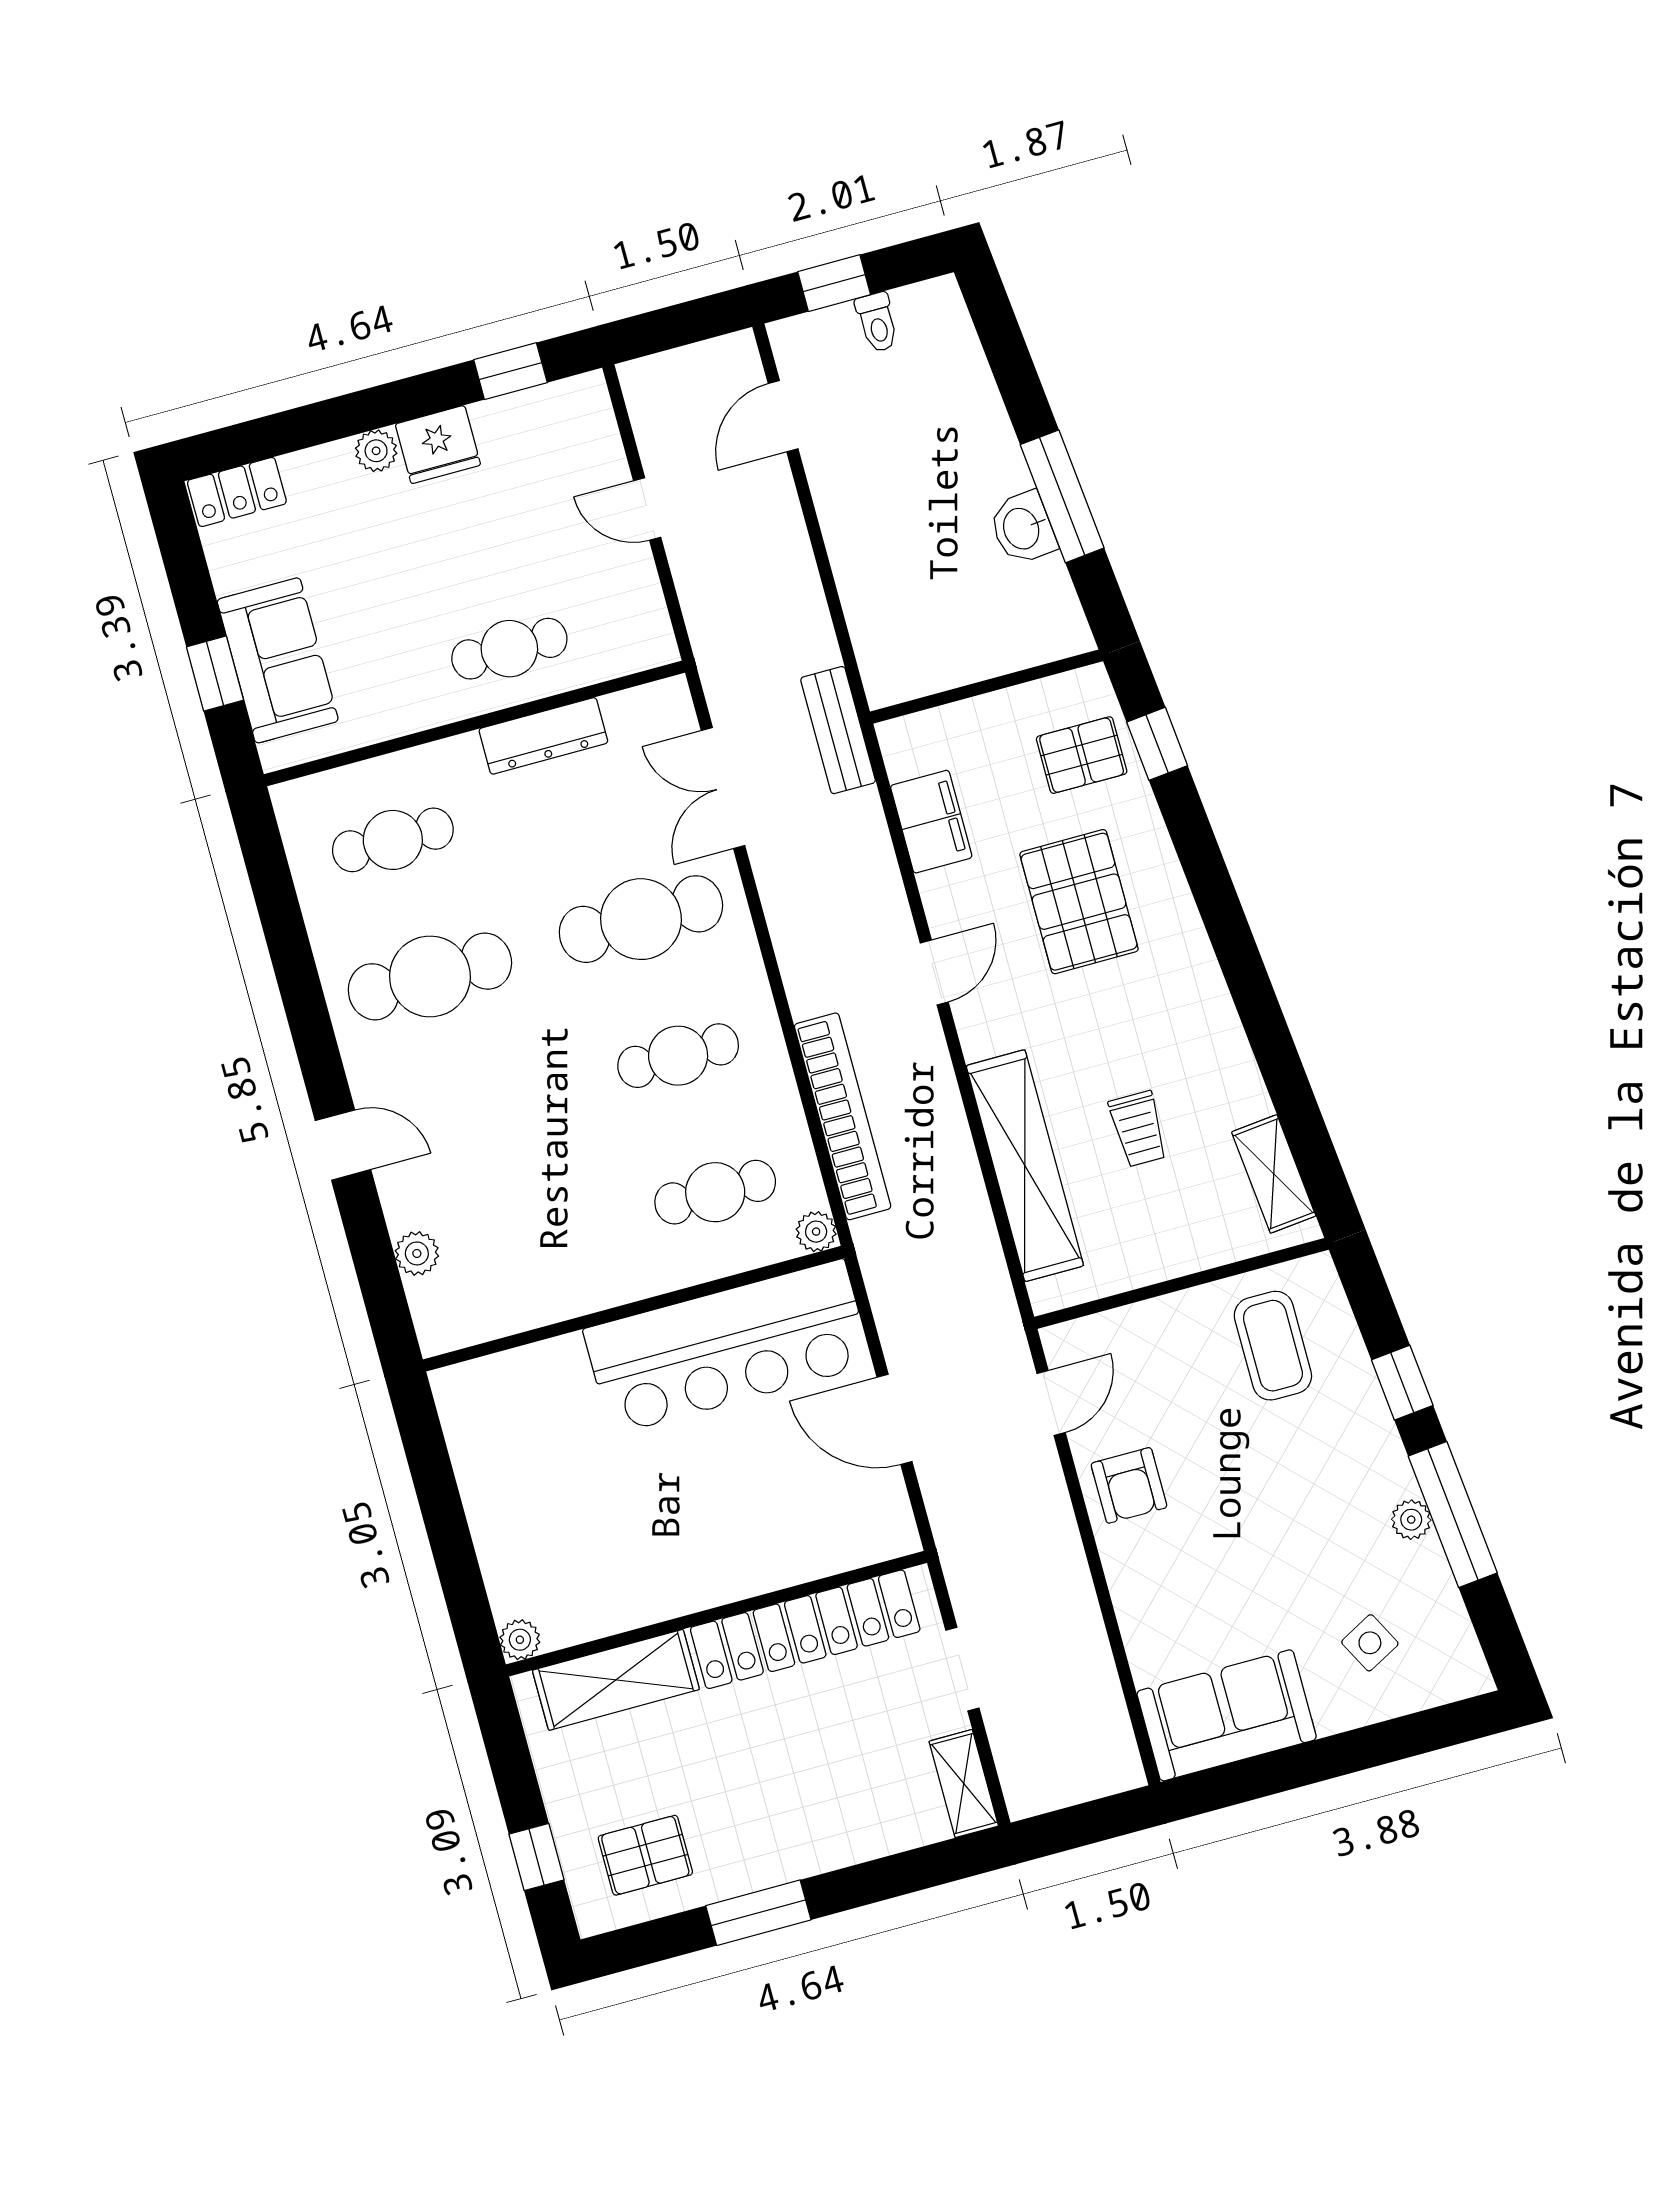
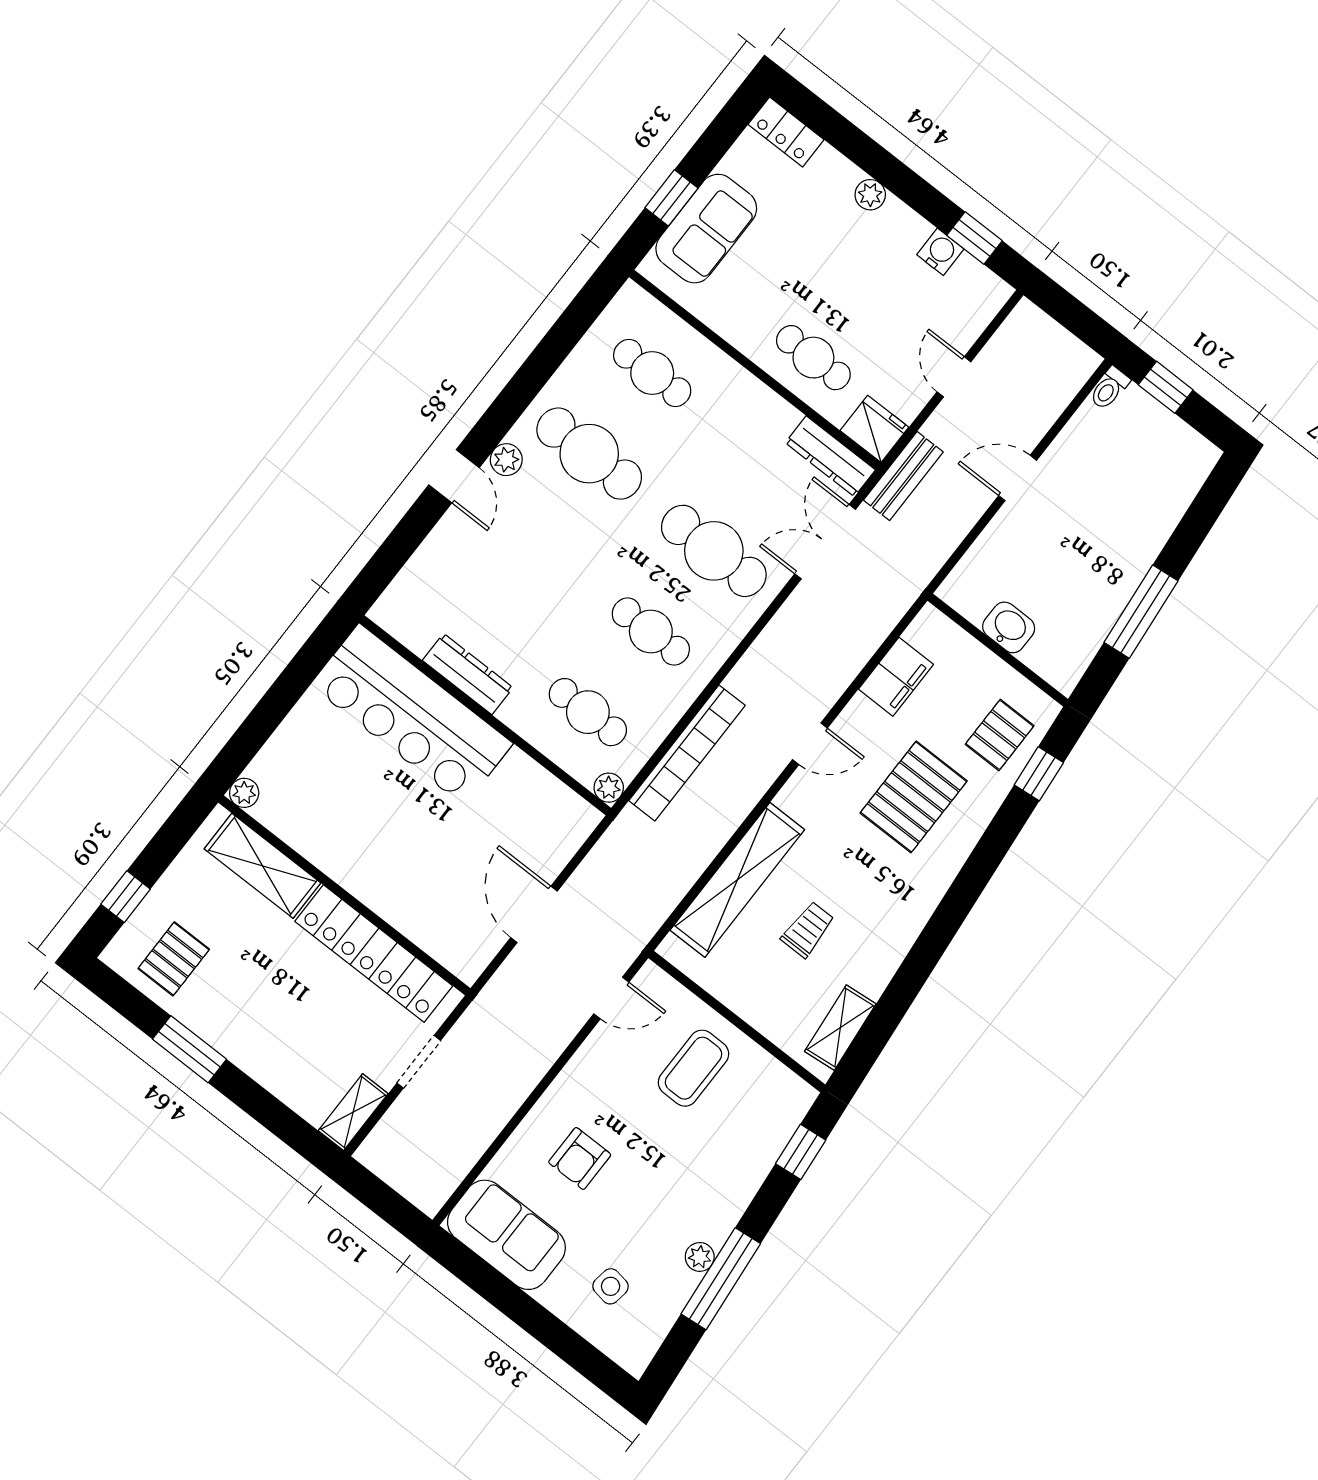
toilet: (877, 322) -> (1109, 388), moved
door: (783, 416) -> (1018, 478), moved
water cooler: (497, 420) -> (940, 252), added
fridge: (438, 445) -> (874, 429), moved, turned 180
washbasin: (1023, 528) -> (1009, 627), moved, turned 96
bench: (838, 730) -> (903, 476), moved
dresser: (543, 736) -> (830, 456), moved
pallet: (1082, 755) -> (1000, 735), turned 90
trolley: (1138, 1129) -> (808, 930), turned 180
plant: (417, 1253) -> (506, 460), moved
dresser: (573, 1294) -> (468, 674), added
coffee table: (1273, 1346) -> (694, 1068), moved
bar counter: (728, 1347) -> (412, 714), moved
window: (1402, 1383) -> (801, 1152), moved
armchair: (1129, 1485) -> (580, 1158), moved
side table: (1370, 1643) -> (611, 1286), turned 37
pallet: (645, 1855) -> (174, 959), turned 90

